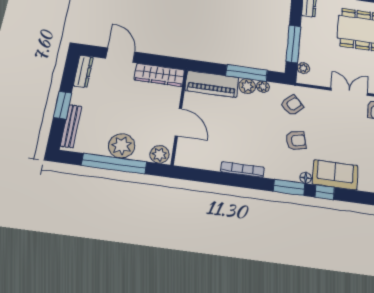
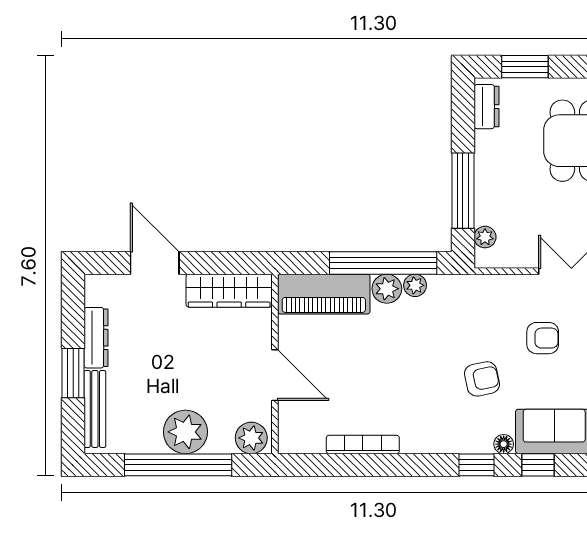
dresser: (83, 71) -> (96, 338), moved
window: (247, 73) -> (383, 263), width x1.46
armchair: (292, 105) -> (543, 338), moved, turned 43
bookcase: (242, 169) -> (363, 444), moved
window: (289, 187) -> (476, 465), width x0.67

